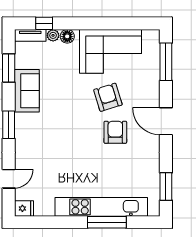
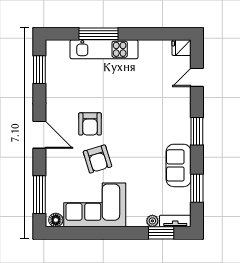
window: (44, 23) -> (161, 233), width x1.50
floor lamp: (67, 36) -> (56, 220), moved
kitchen unit: (101, 207) -> (104, 49), width x0.73

